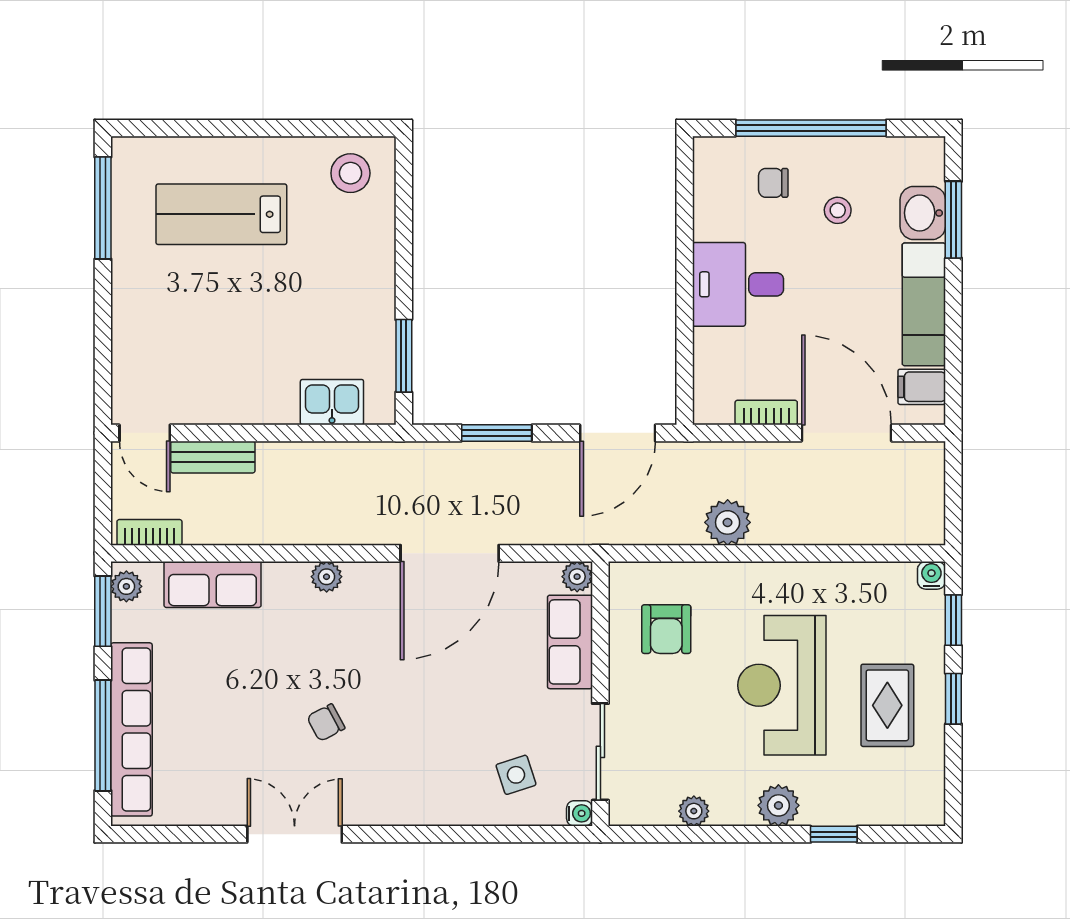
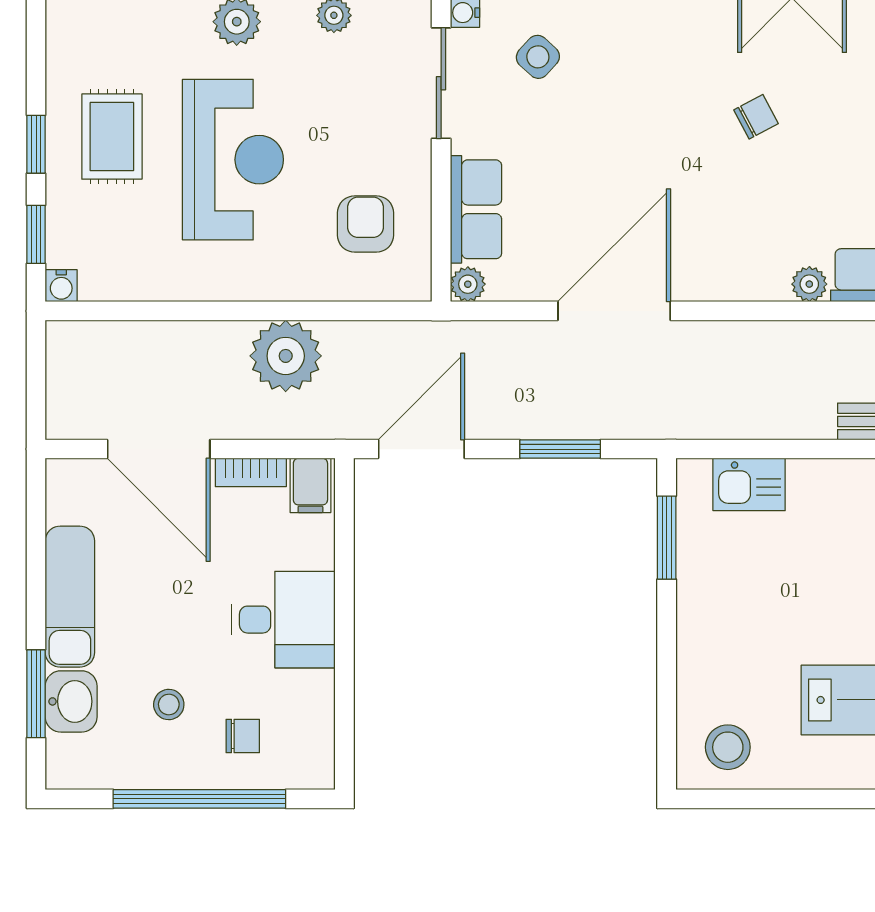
filing cabinet: (922, 387) -> (310, 485), moved, turned 90
plant: (728, 522) -> (286, 356), width x1.36, depth x1.36
plant: (327, 577) -> (809, 284), moved
side table: (516, 775) -> (538, 57), turned -30

